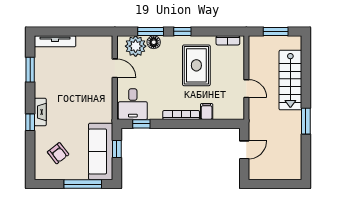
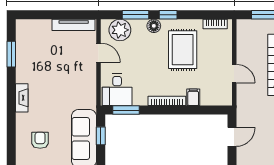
tv unit: (55, 41) -> (74, 25), moved
floor lamp: (154, 42) -> (154, 26), moved
window: (30, 122) -> (11, 108), removed
window: (141, 124) -> (126, 110), width x1.50
armchair: (58, 153) -> (40, 140), turned -142

